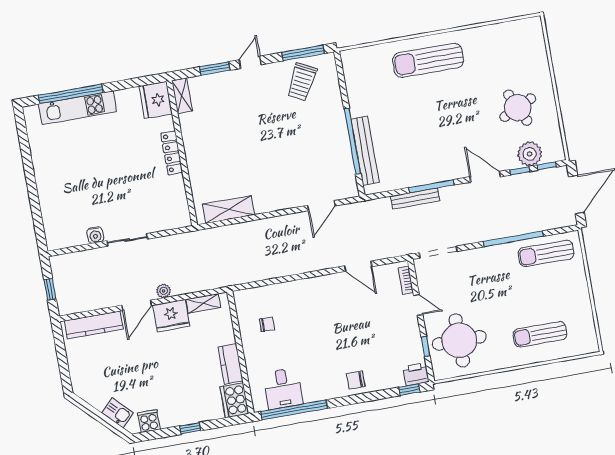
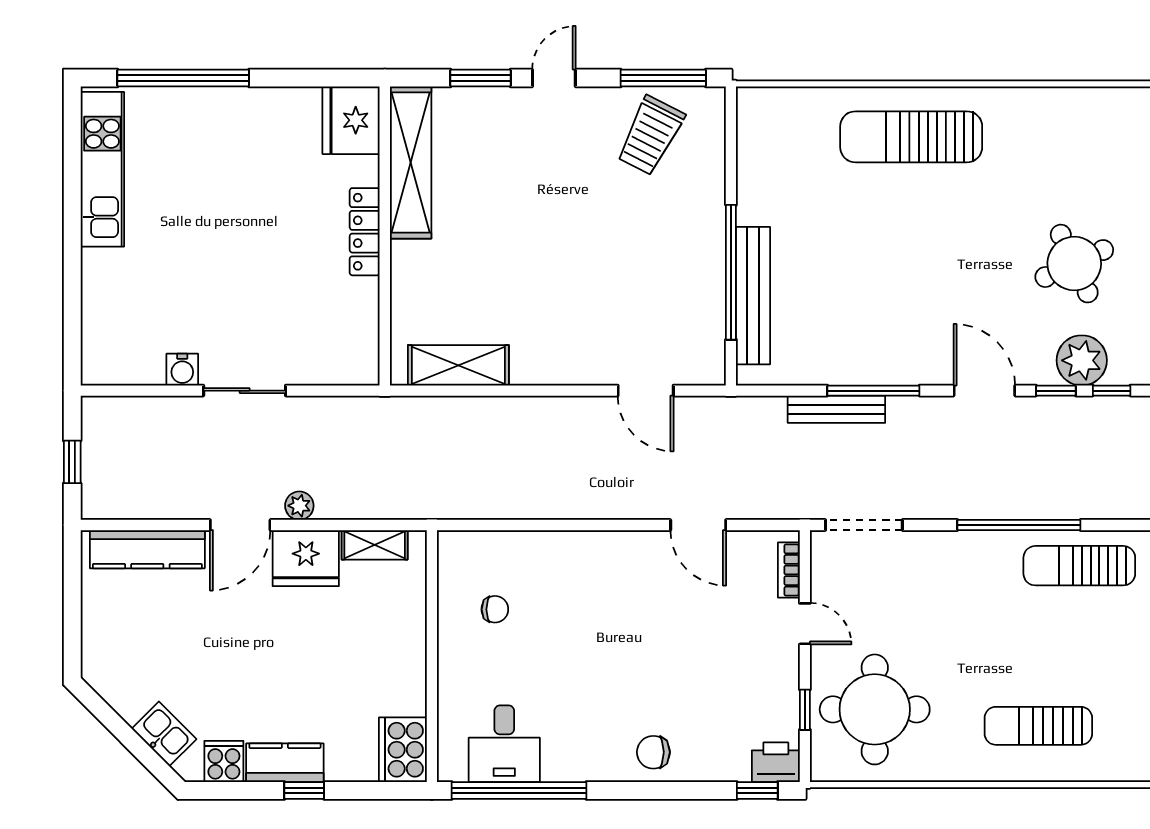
shelving: (182, 96) -> (411, 163), width x2.20, depth x1.33
kitchen unit: (77, 108) -> (102, 169), moved, turned -90
door: (321, 206) -> (646, 391), hinge flipped
kitchen counter: (230, 364) -> (285, 763), moved, turned 90

